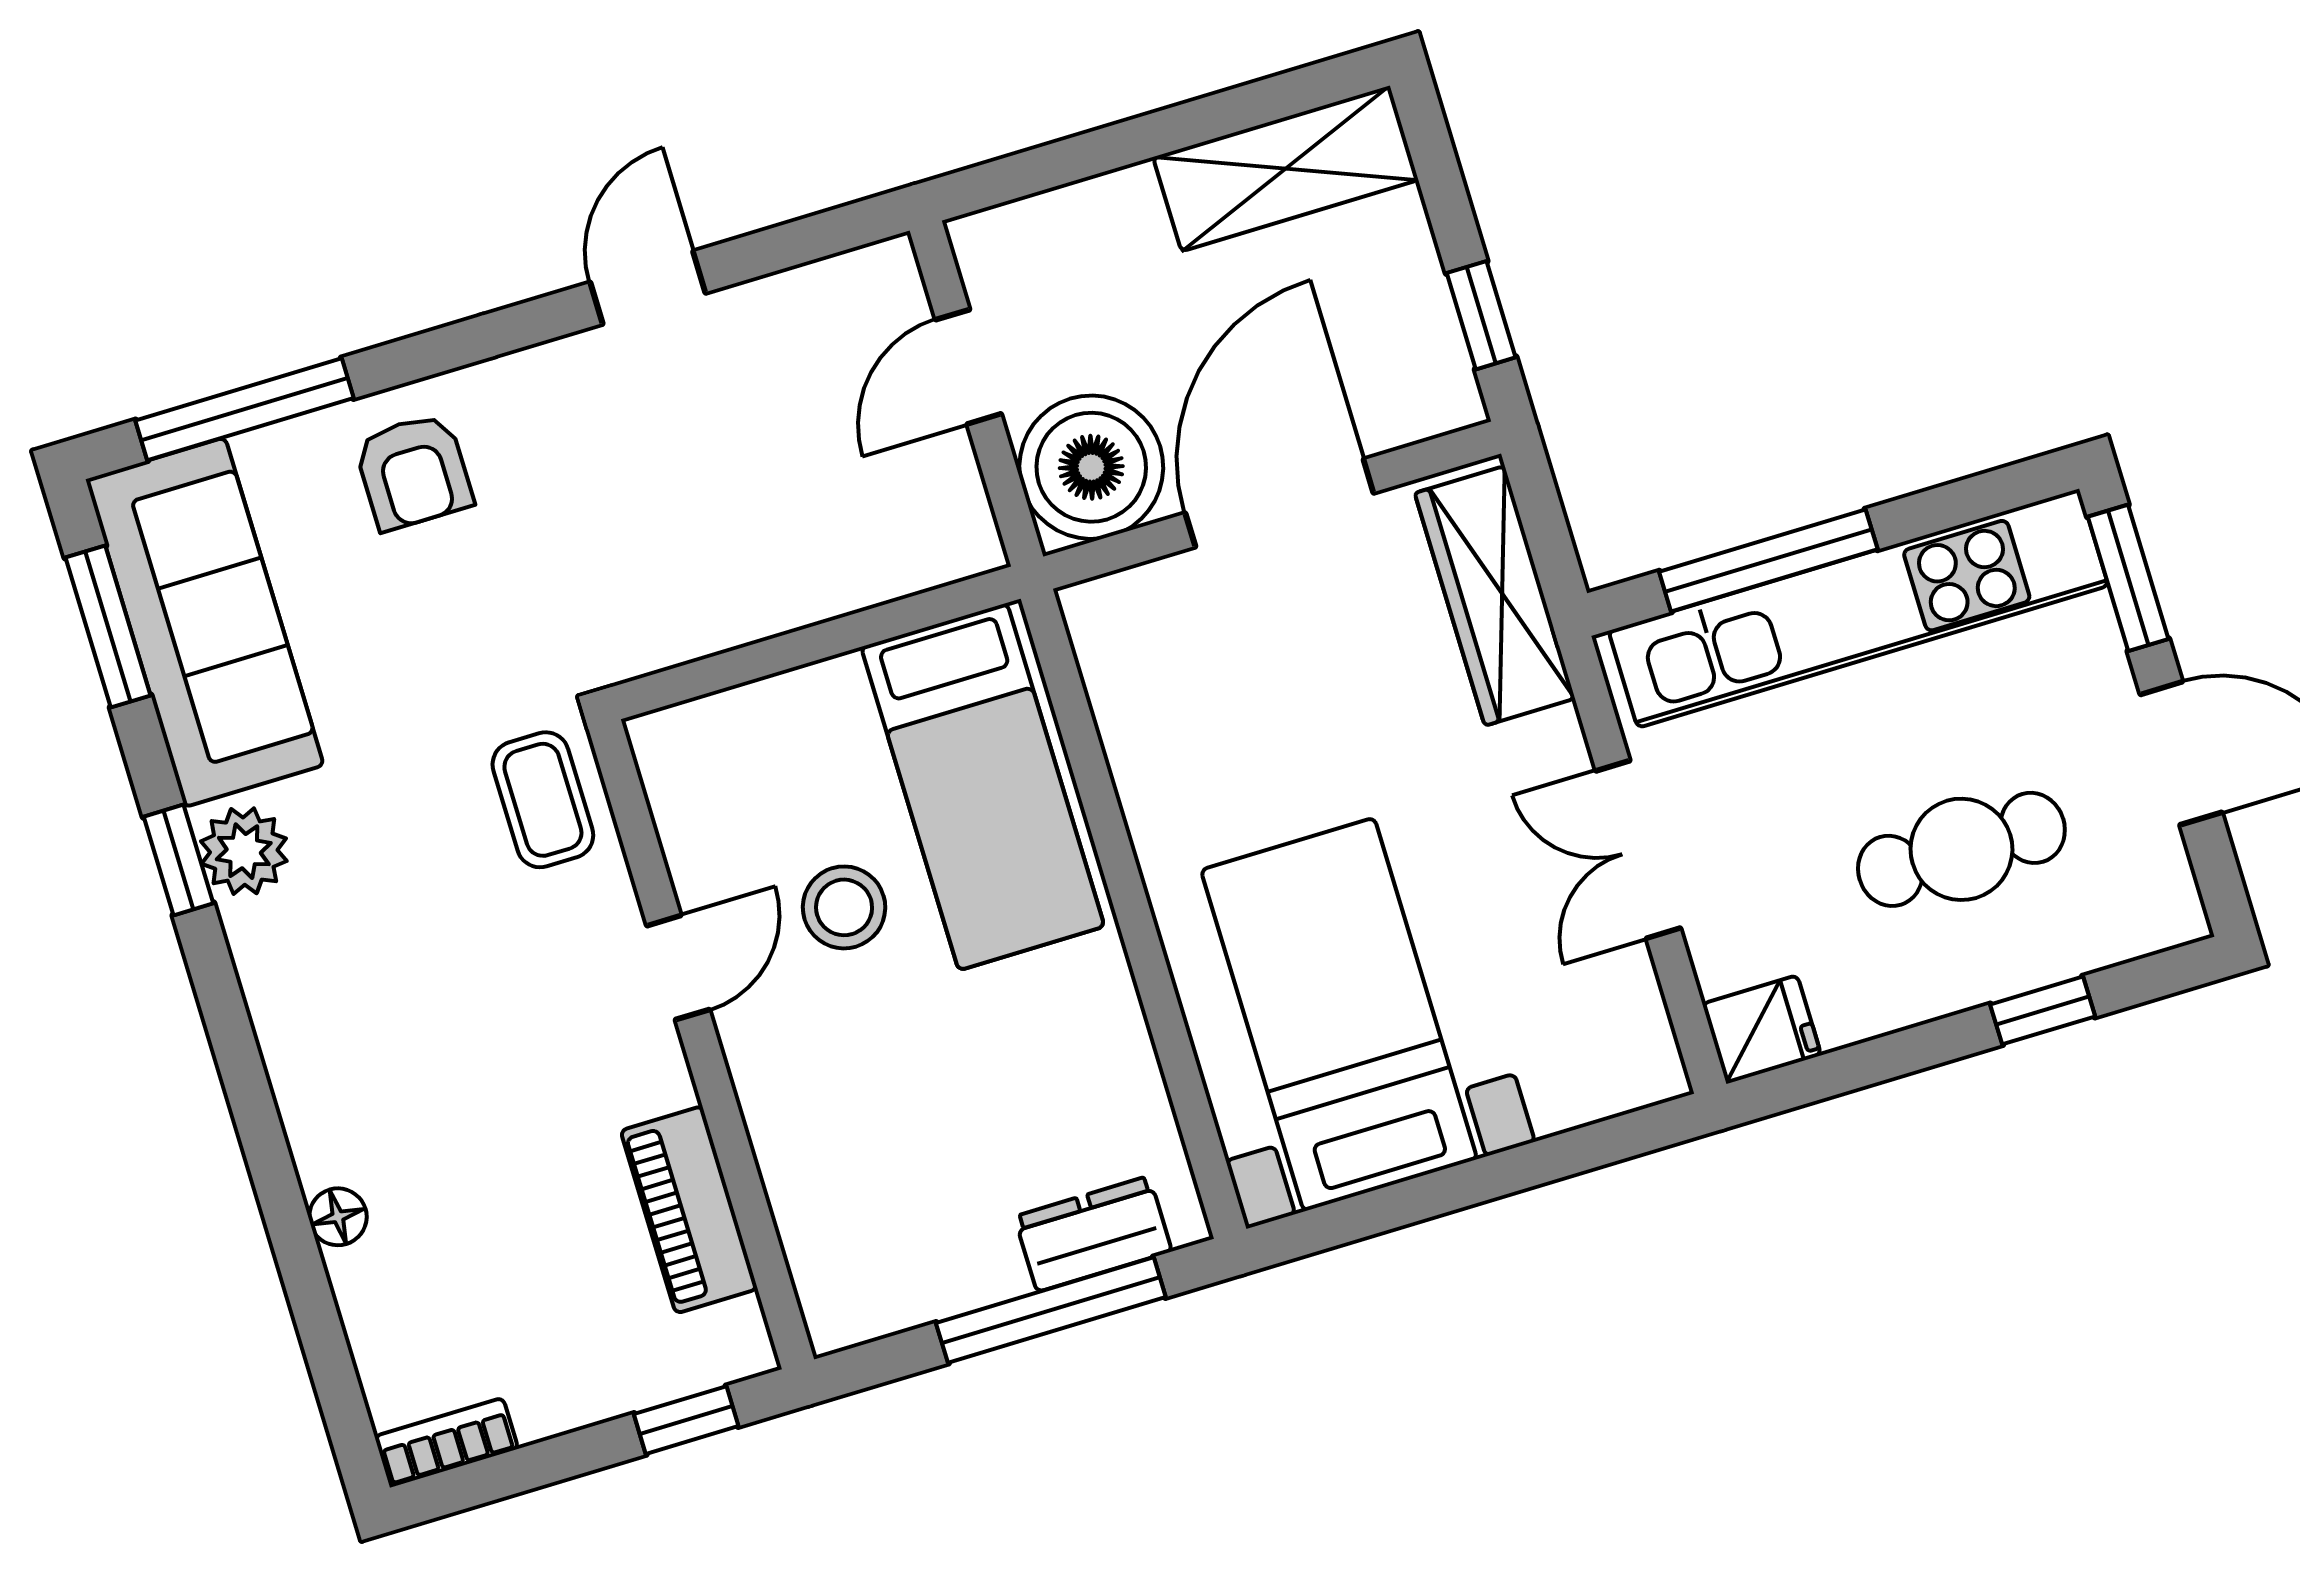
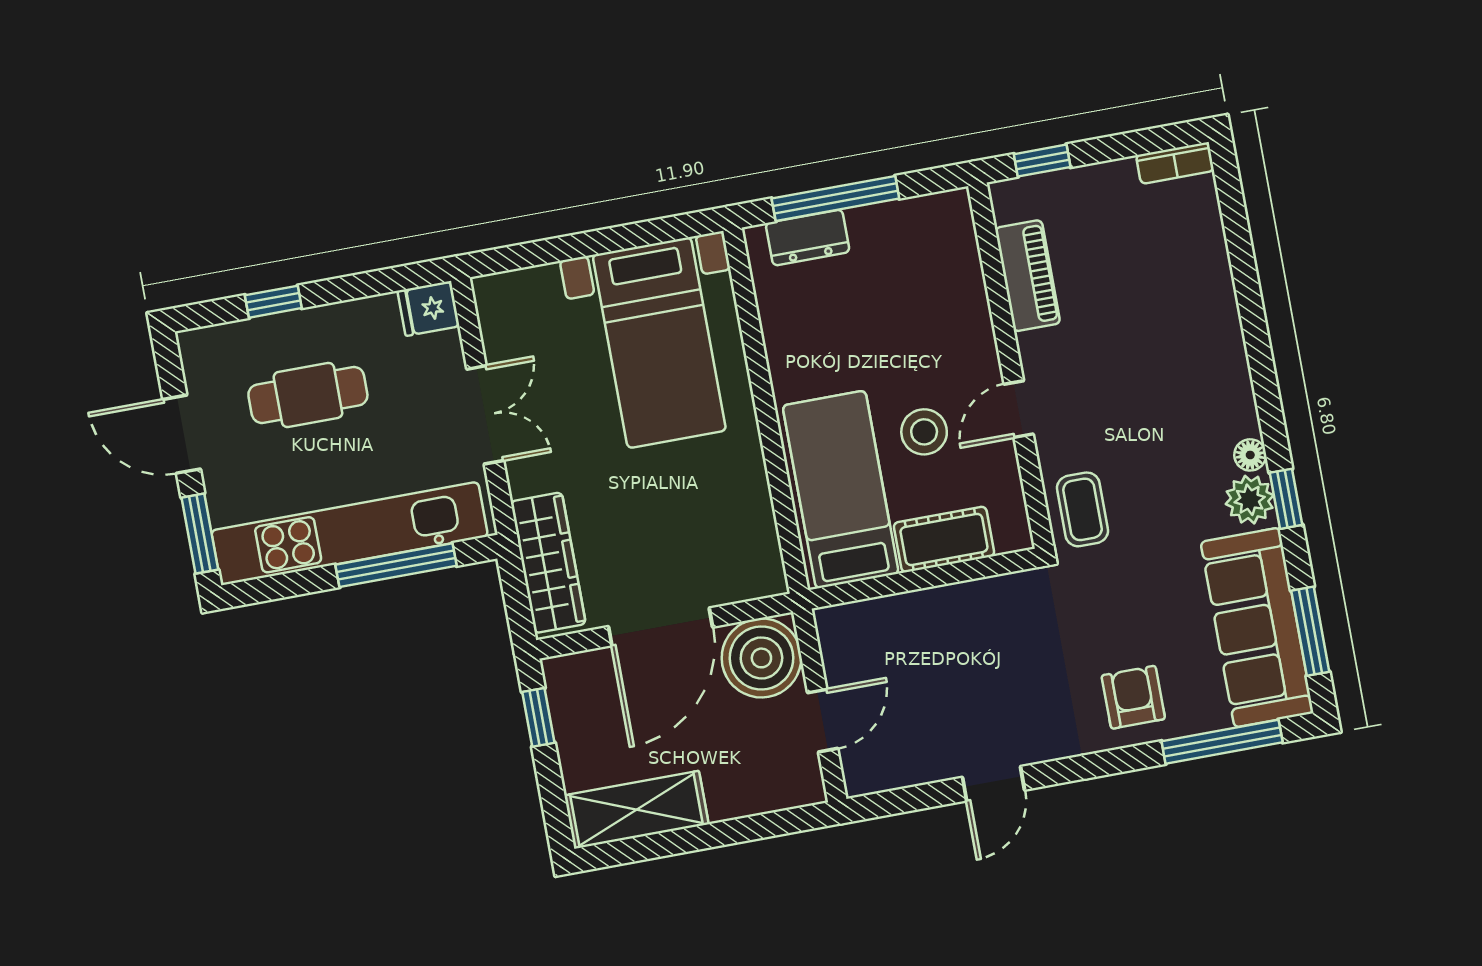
cot: (786, 718) -> (944, 539), added
floor lamp: (338, 1217) -> (1250, 455), moved

